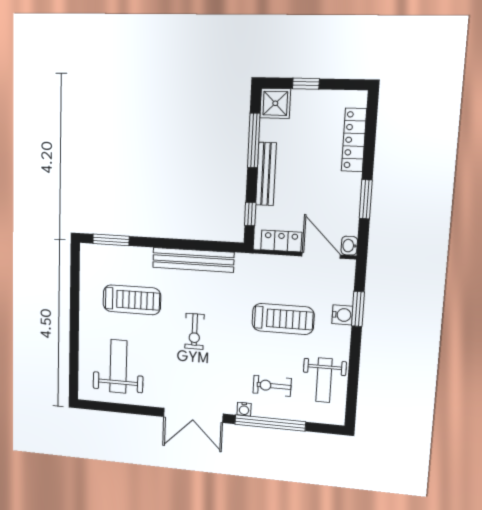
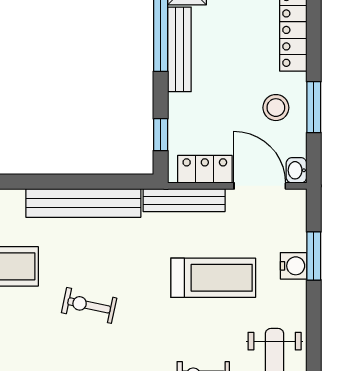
bench: (266, 174) -> (179, 49), moved
stool: (337, 198) -> (276, 108), added
bench: (265, 262) -> (184, 200), added
exercise bike: (195, 331) -> (89, 305), turned 102

